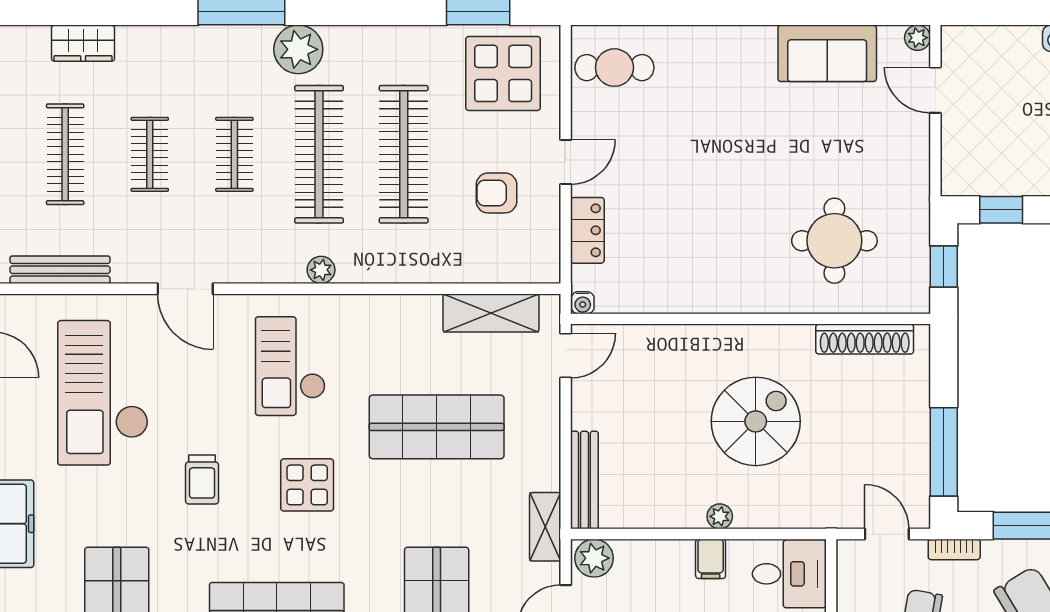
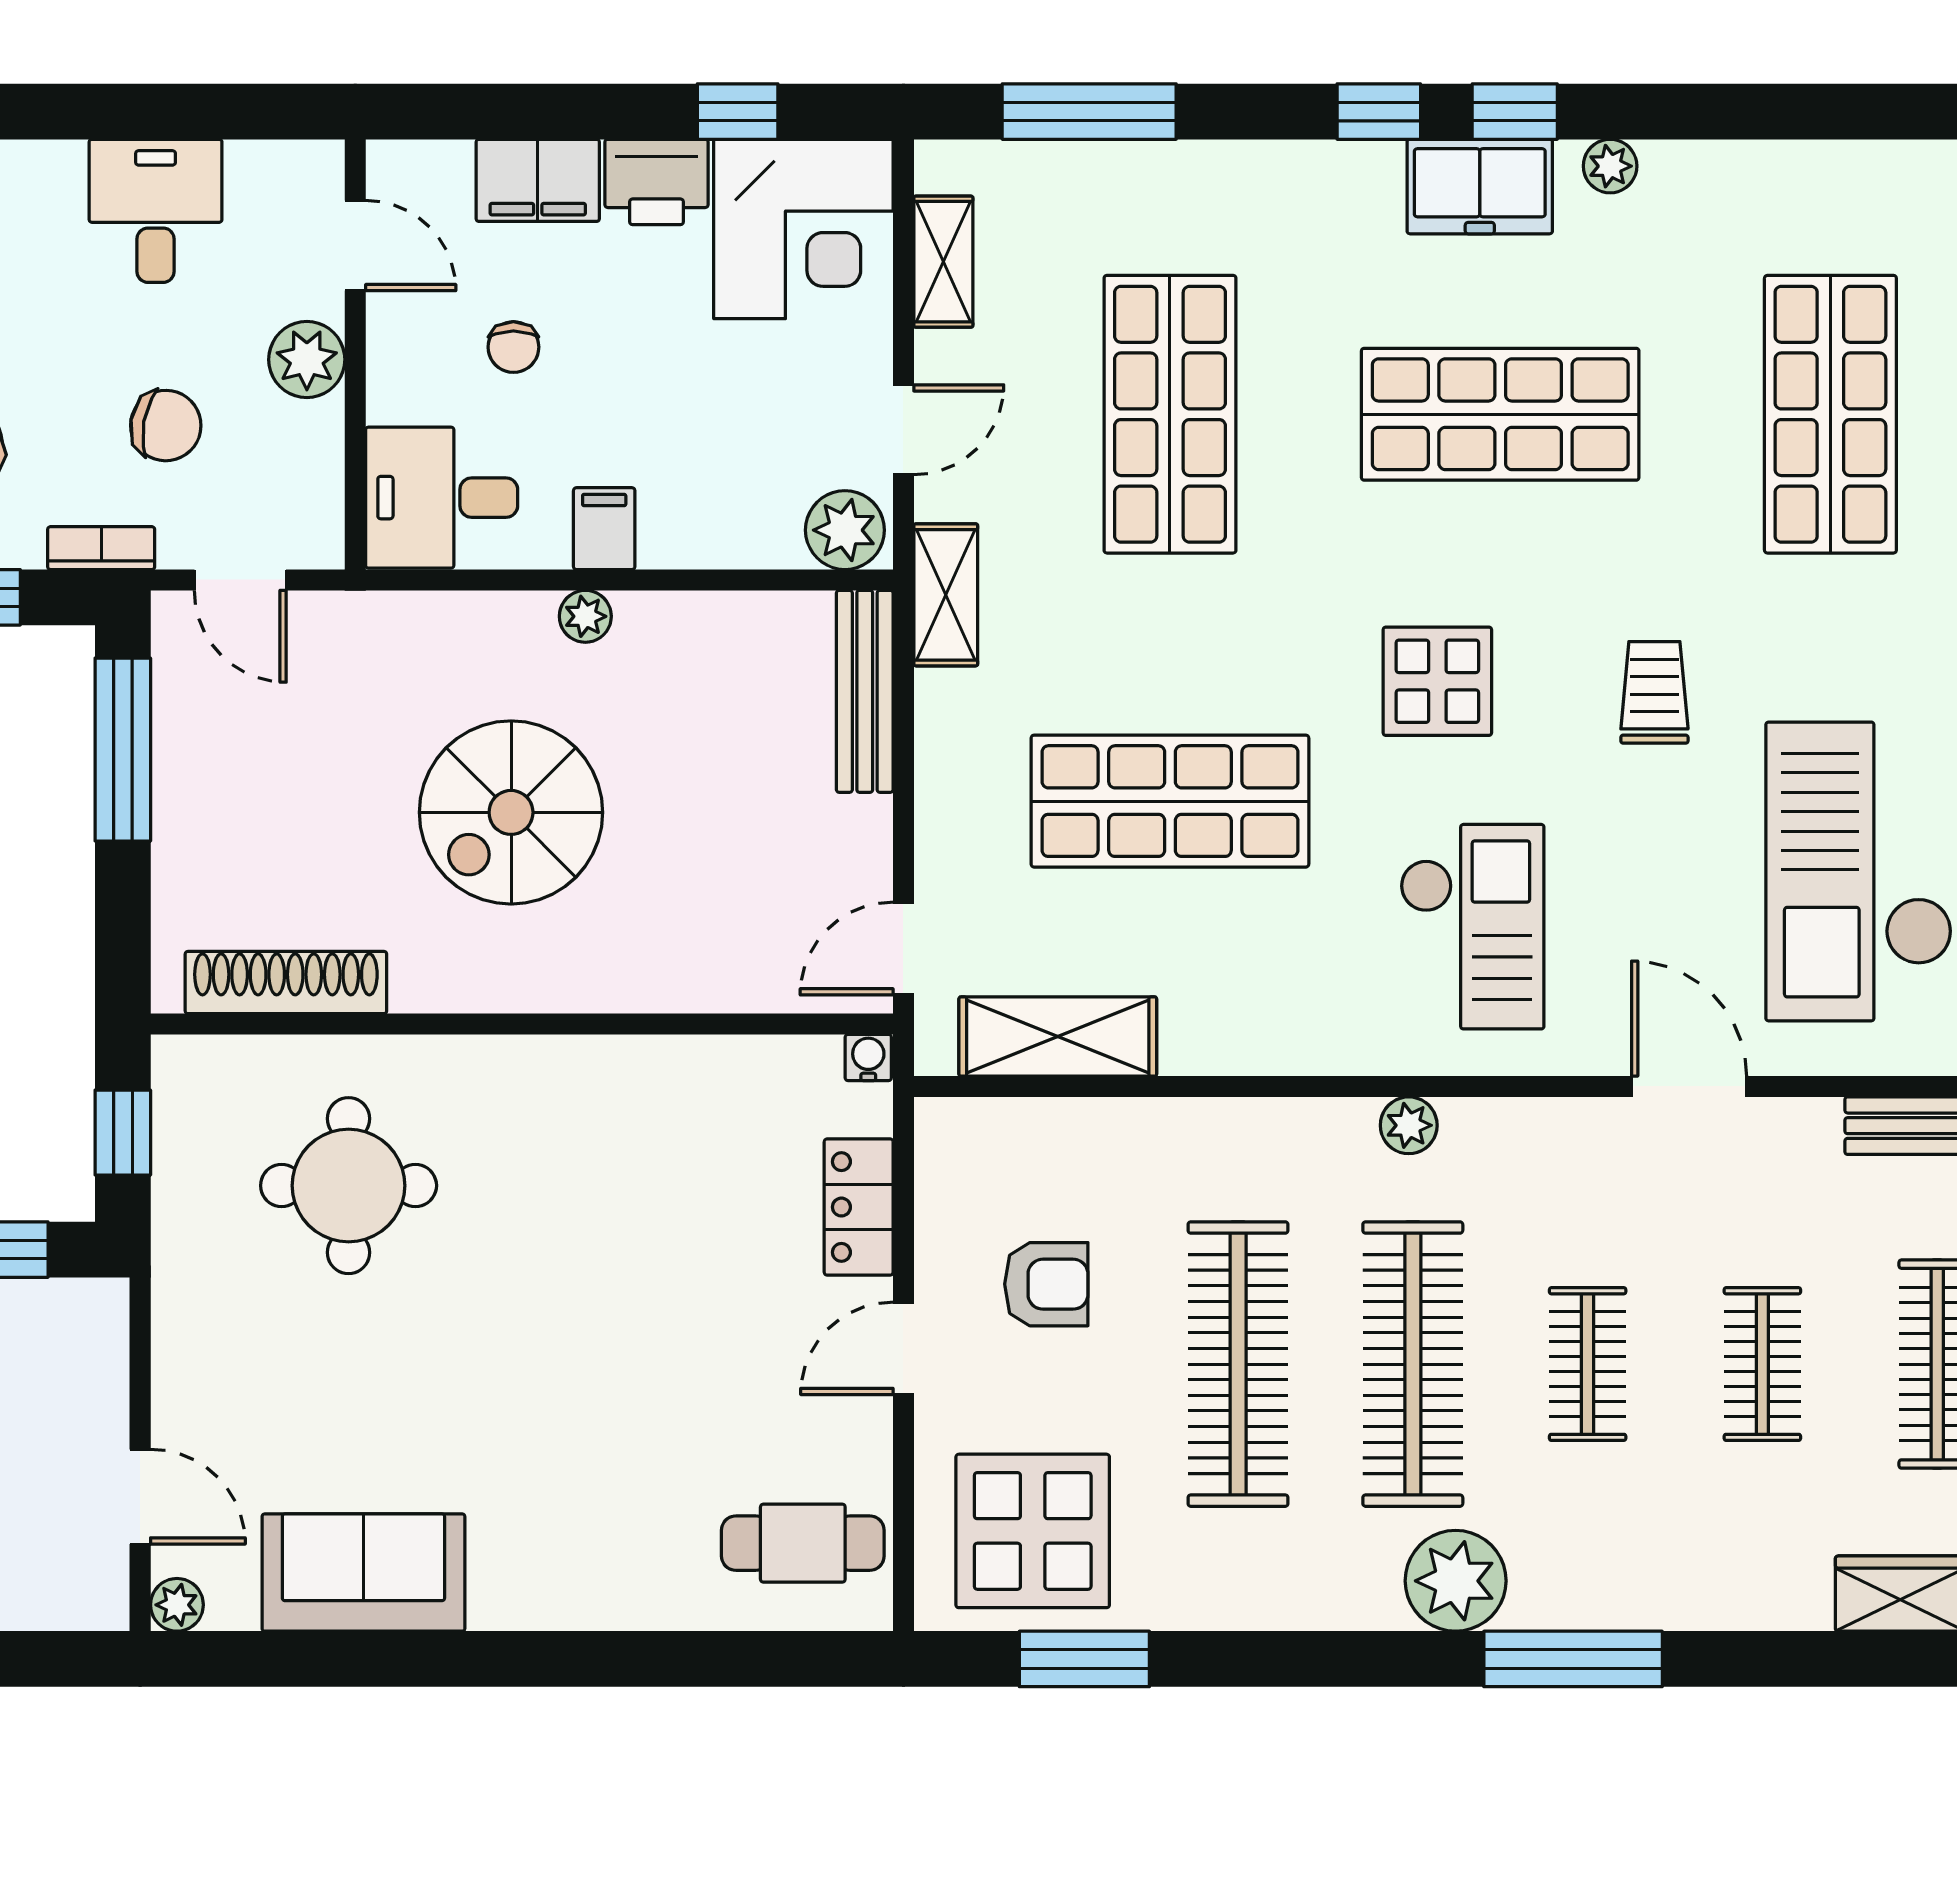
checkout: (103, 393) -> (1859, 871), turned 180

